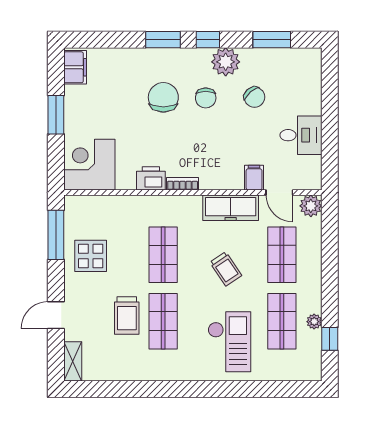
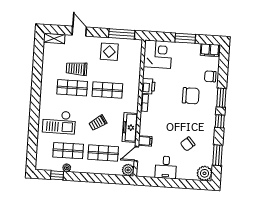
plant: (226, 62) -> (204, 173), moved
chair: (206, 98) -> (210, 76), moved

